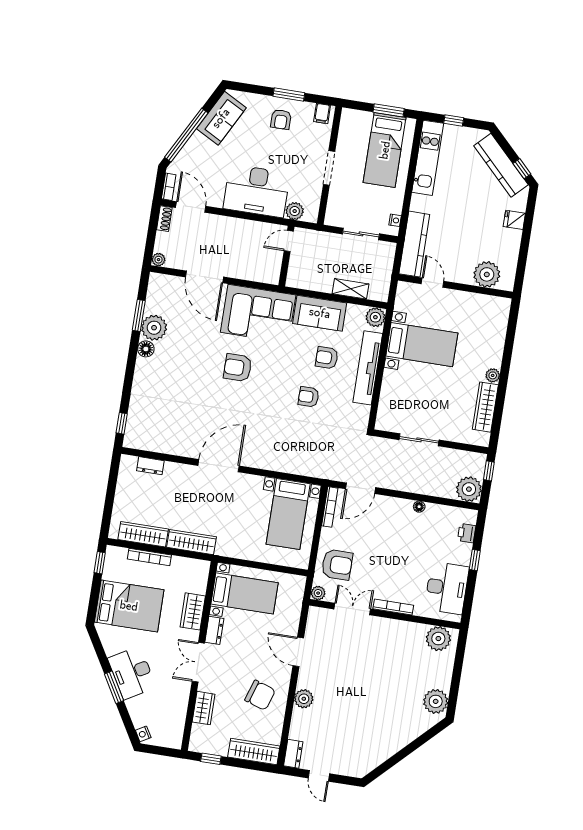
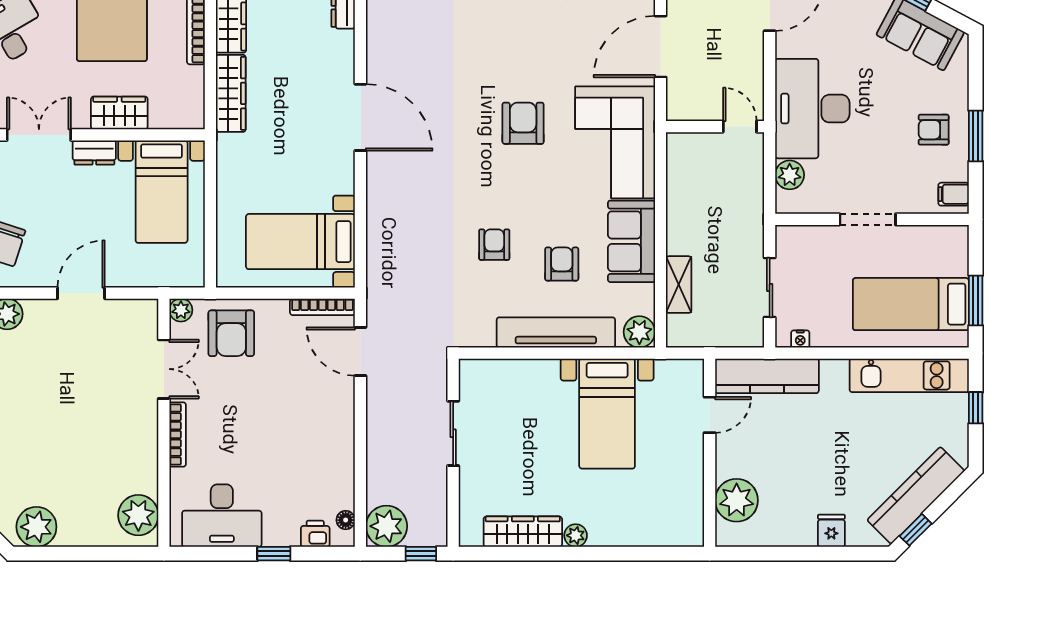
door: (289, 241) -> (740, 127), moved
wall: (286, 256) -> (715, 127), moved
floor lamp: (419, 507) -> (346, 520), moved

